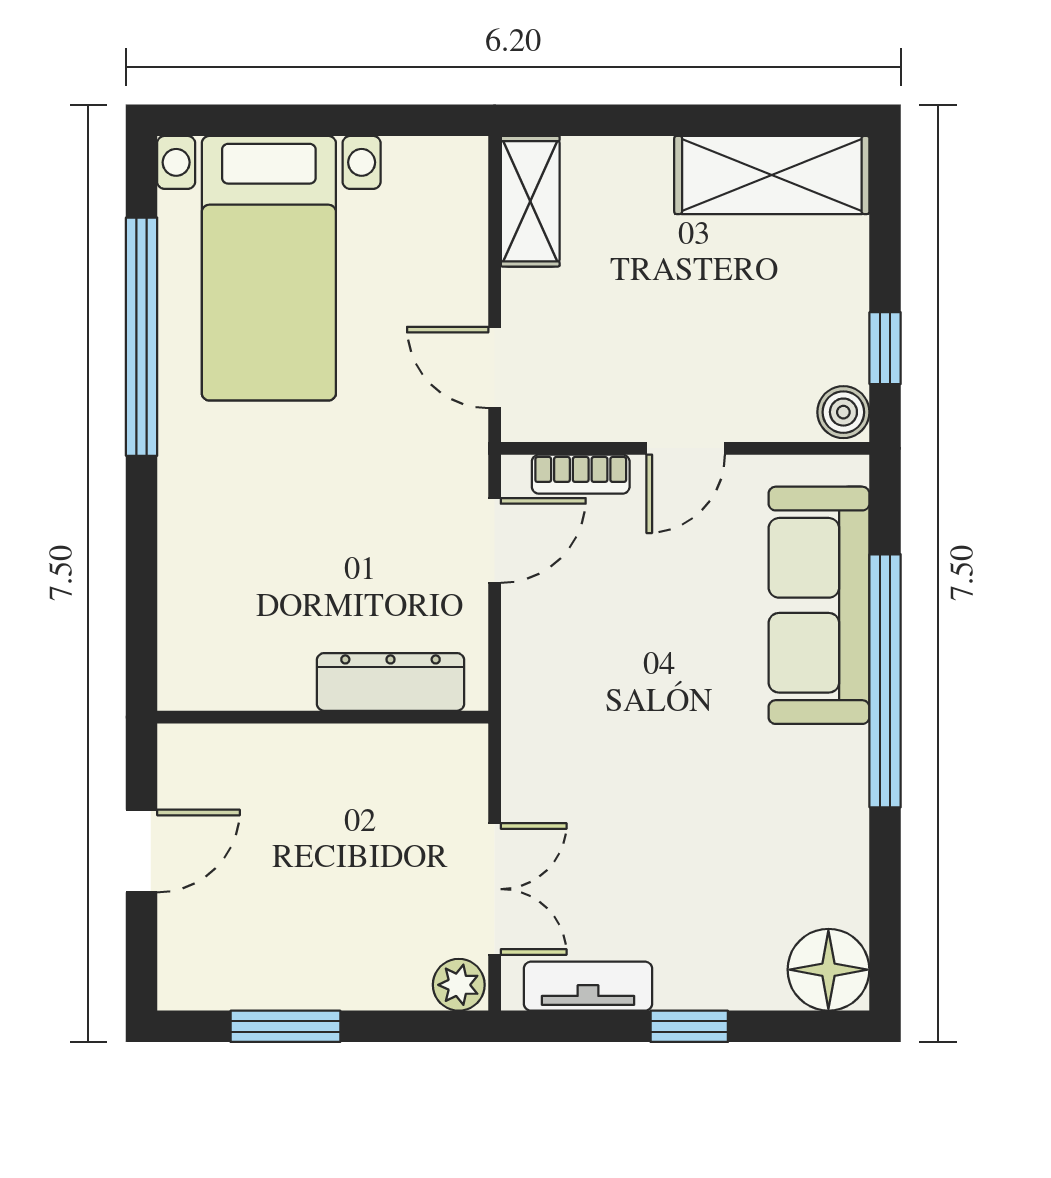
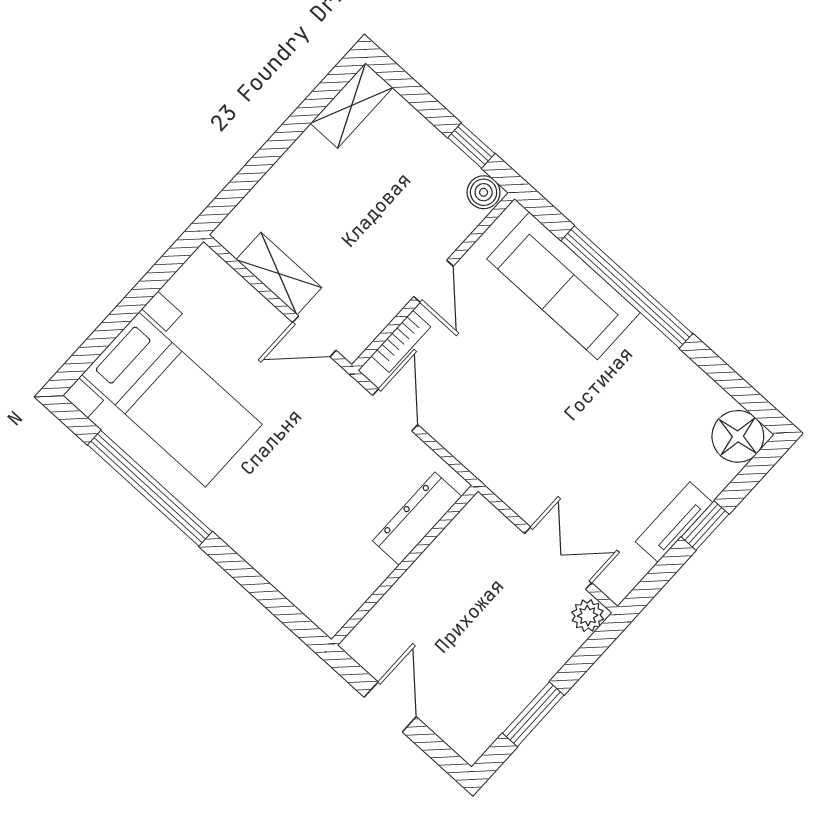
shelving: (772, 175) -> (352, 105), width x0.67, depth x0.75
shelving: (530, 201) -> (279, 274), moved
tv unit: (588, 986) -> (674, 522), moved

